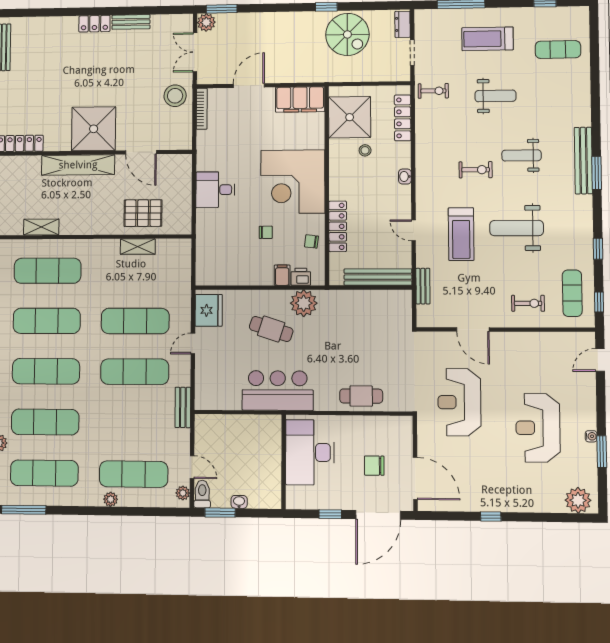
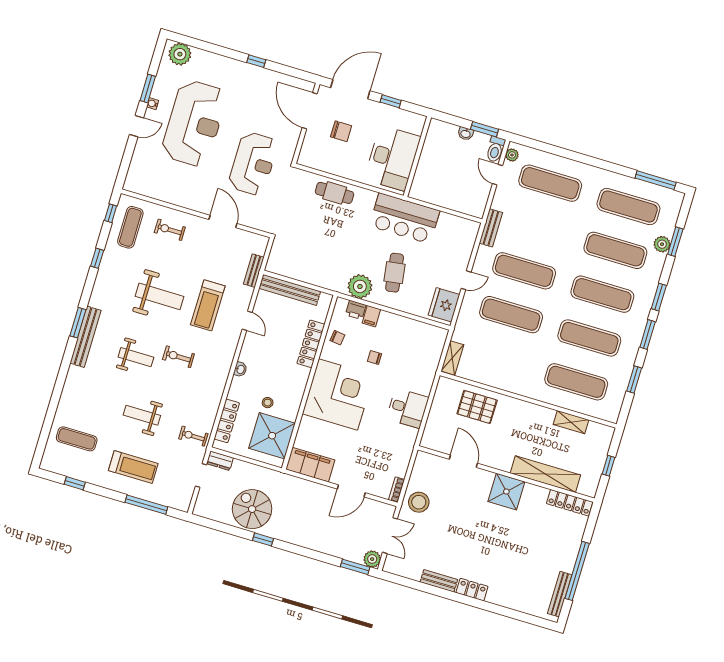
dresser: (403, 24) -> (220, 461), moved, turned 90
bookcase: (202, 109) -> (397, 490), width x0.64
shower: (94, 129) -> (506, 492), width x0.73, depth x0.73
shelving: (78, 165) -> (545, 474), moved
treadmill: (461, 234) -> (208, 305), turned 180
shelving: (138, 247) -> (452, 358), moved, turned 90
cafe table: (271, 329) -> (395, 273), turned 64
door: (600, 360) -> (137, 126), moved
reception desk: (538, 428) -> (194, 123), width x1.36, depth x1.30
plant: (111, 499) -> (576, 167), removed

